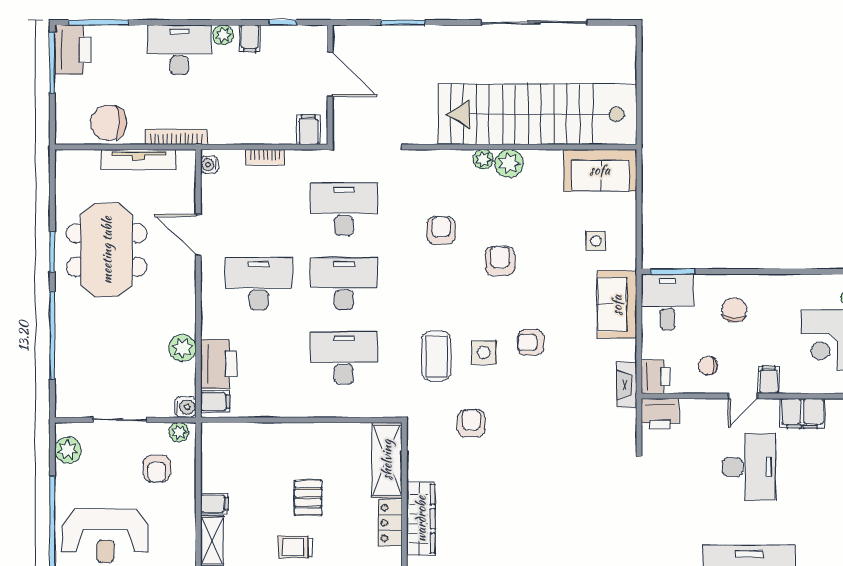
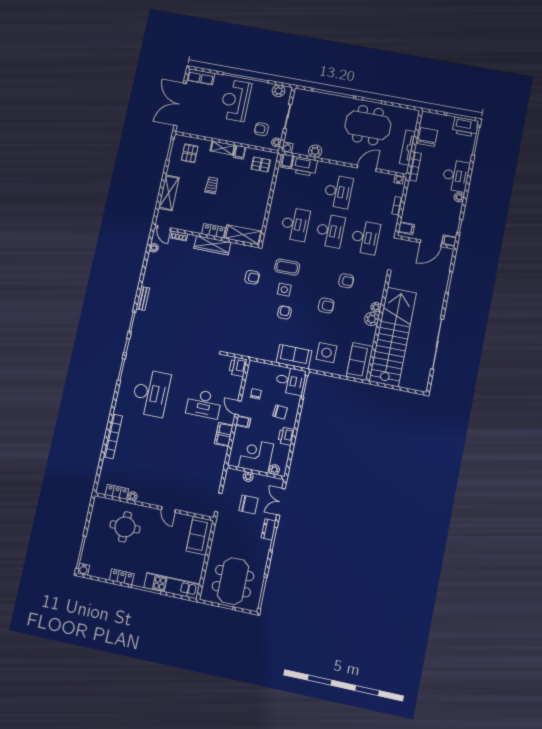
filing cabinet: (250, 38) -> (449, 241), moved
side table: (596, 241) -> (326, 353), width x1.87, depth x1.87
printer: (655, 377) -> (286, 436), moved, turned 90
fireplace: (627, 385) -> (255, 354), removed
pallet: (308, 498) -> (261, 164), moved

